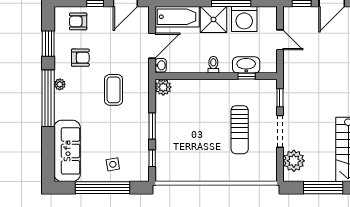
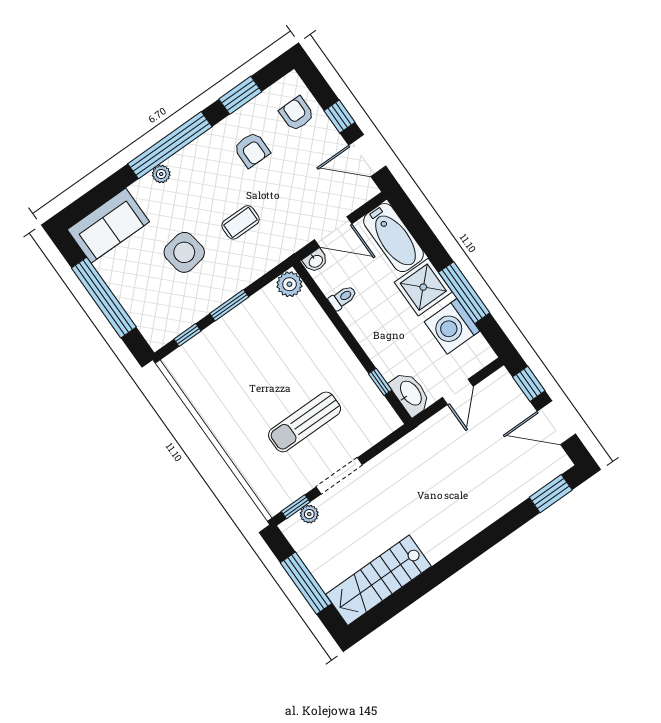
toilet: (213, 65) -> (343, 298), moved
washbasin: (246, 65) -> (410, 394), moved
plant: (60, 84) -> (161, 174), moved
coffee table: (114, 90) -> (241, 222), width x0.73, depth x0.77
window: (280, 98) -> (296, 507), moved
sofa: (67, 151) -> (108, 226), width x0.73
plant: (294, 161) -> (309, 514), width x0.53, depth x0.53
side table: (113, 164) -> (184, 252), moved, width x1.87, depth x1.87

